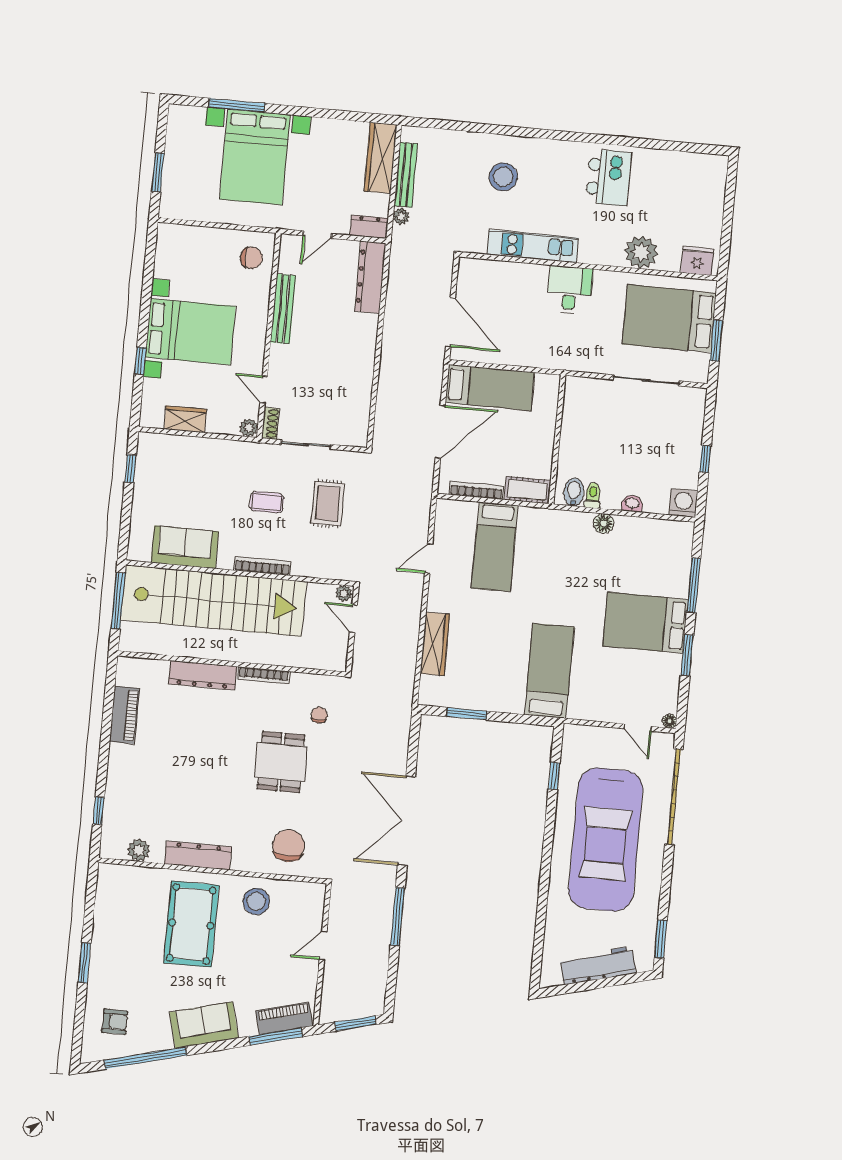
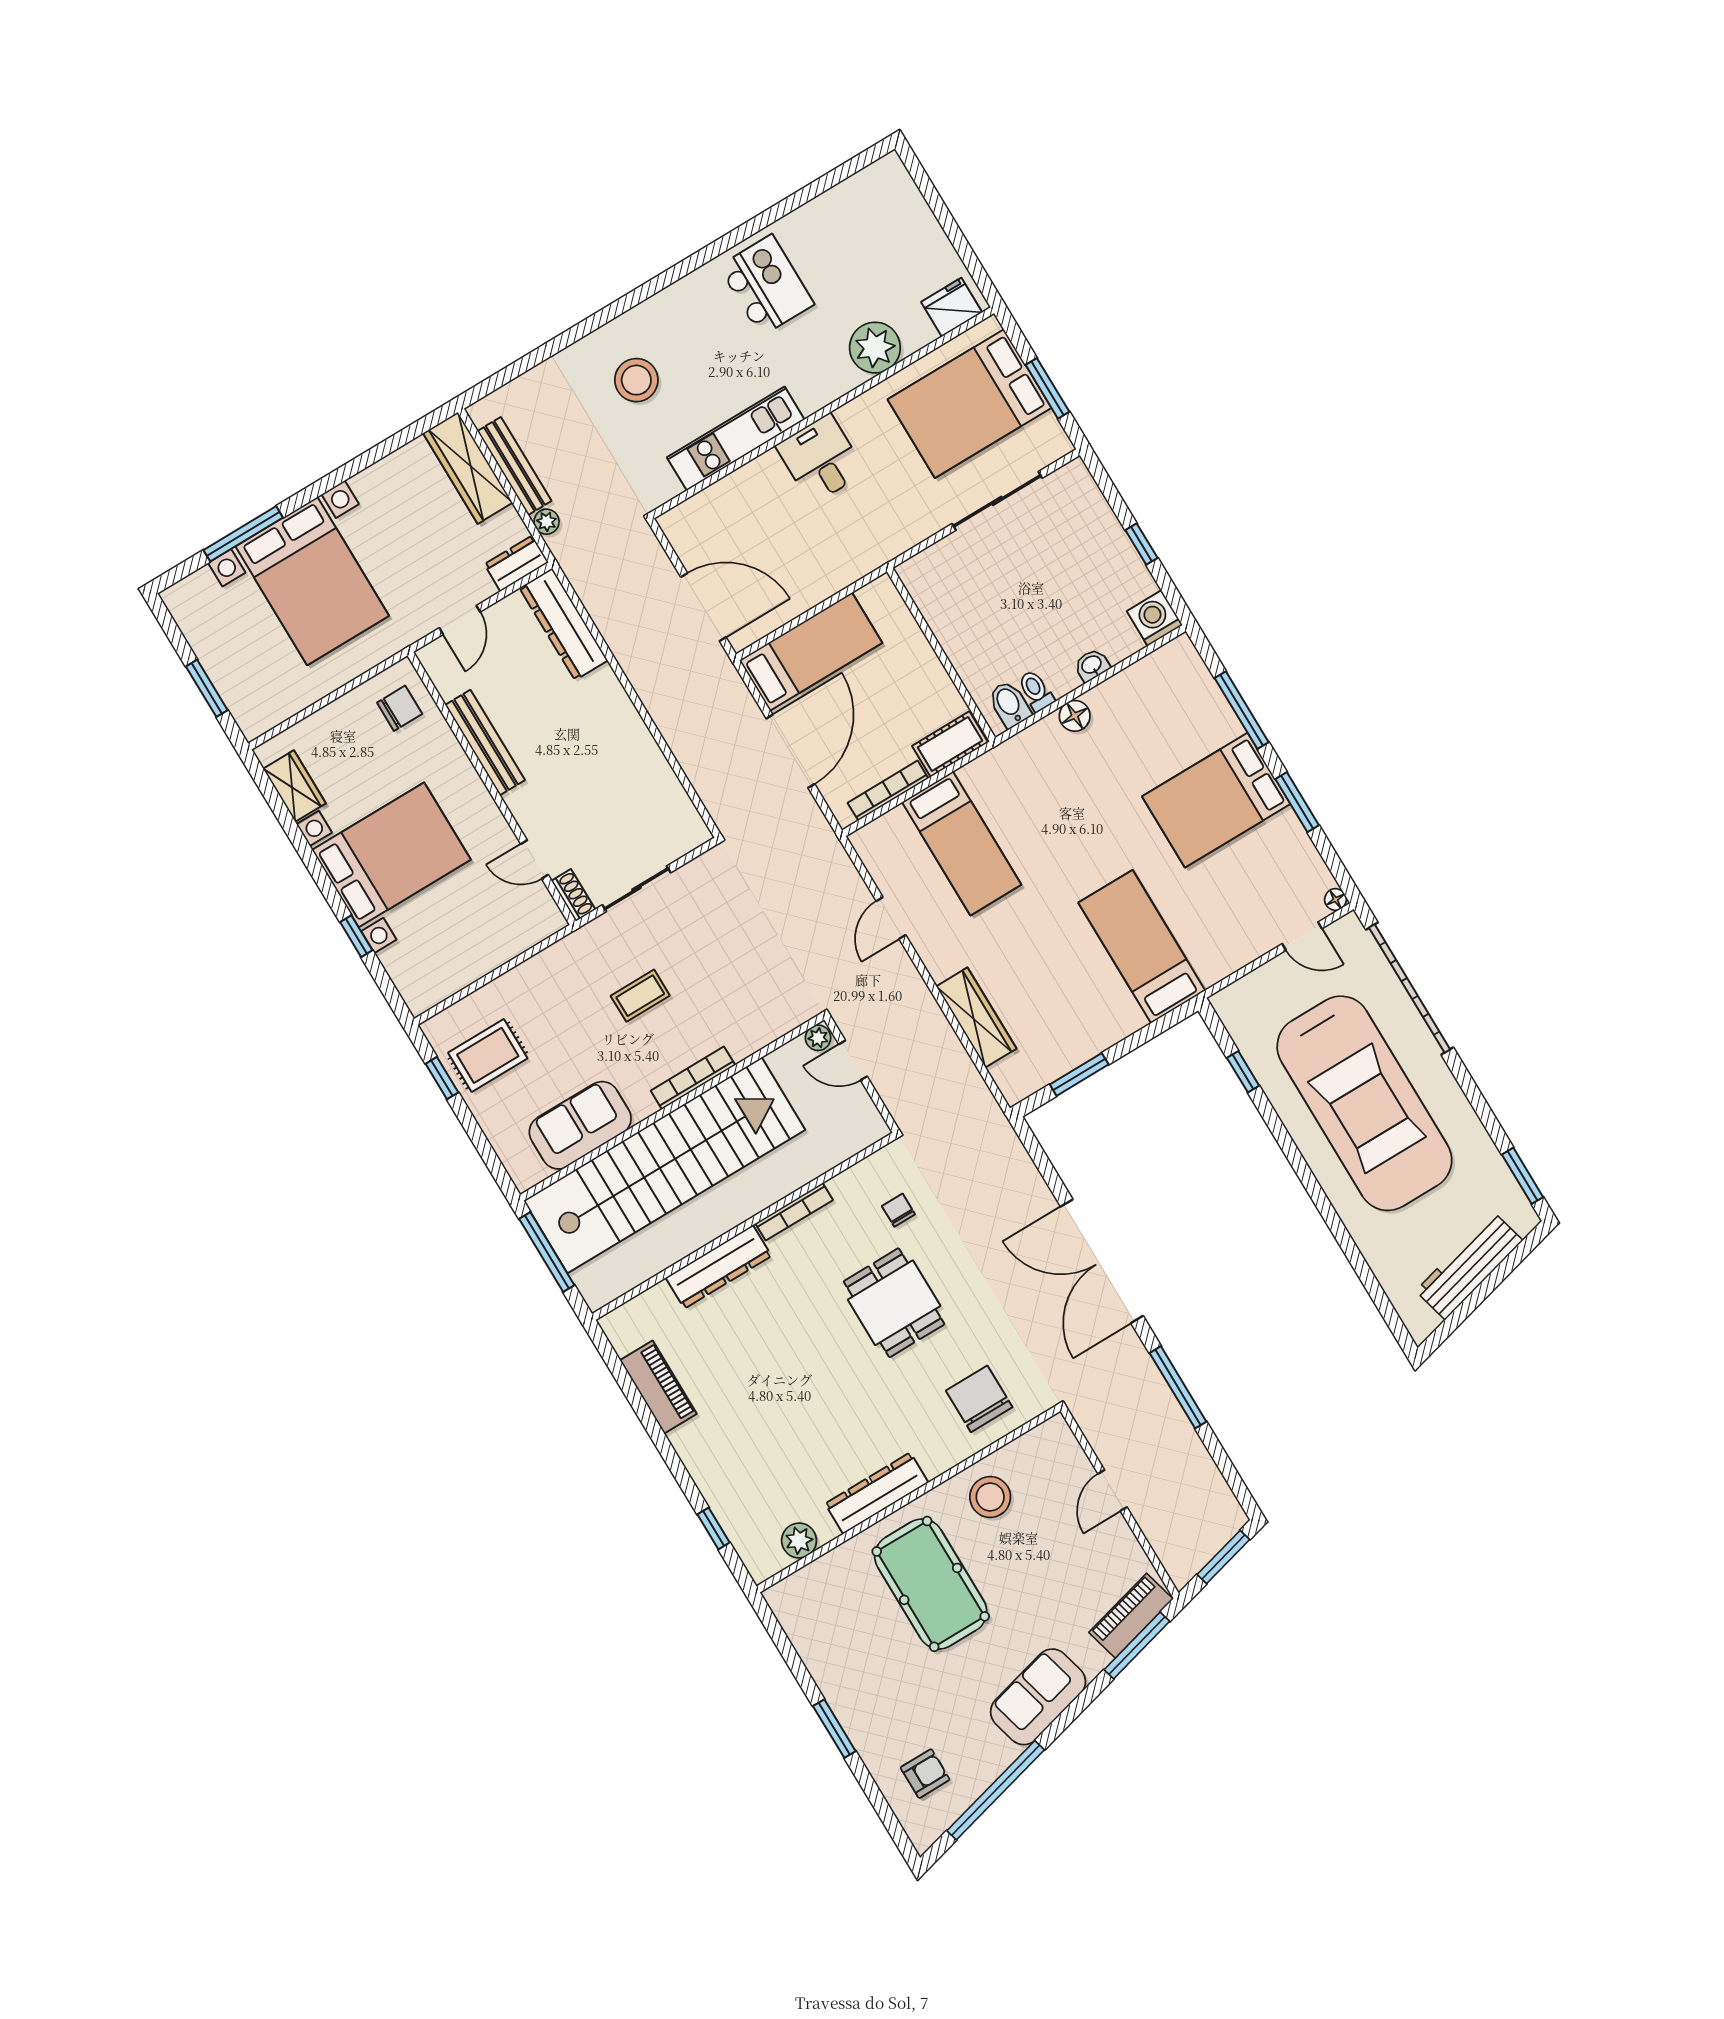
wardrobe: (185, 419) -> (294, 786), moved, turned 90
plant: (249, 428) -> (551, 920), removed
rug: (328, 504) -> (488, 1055), moved, turned 90

